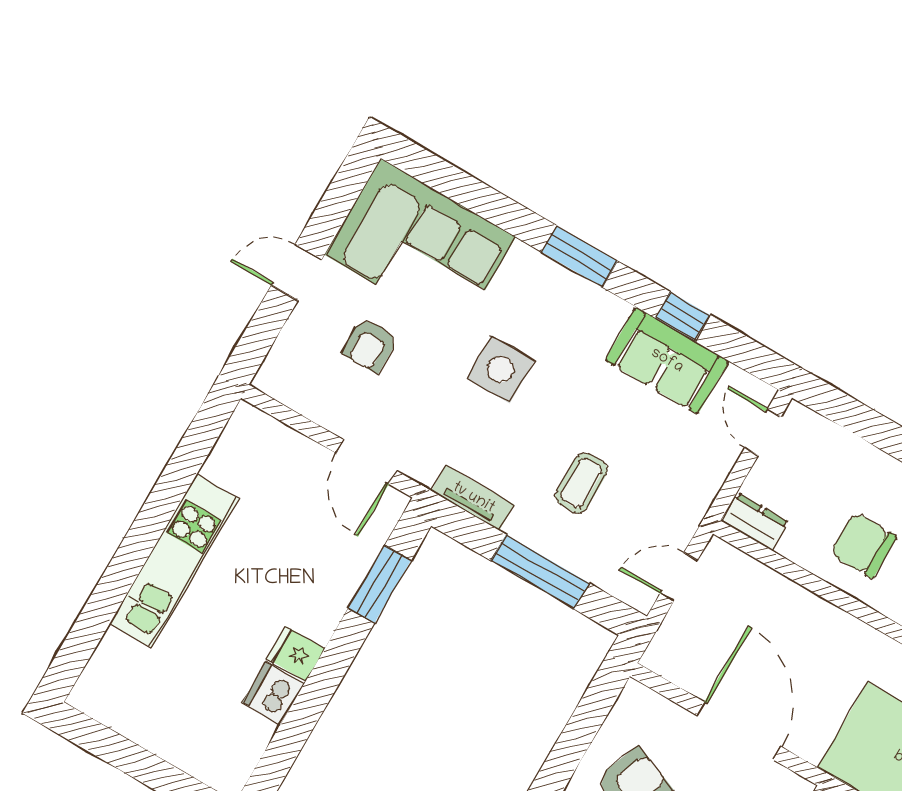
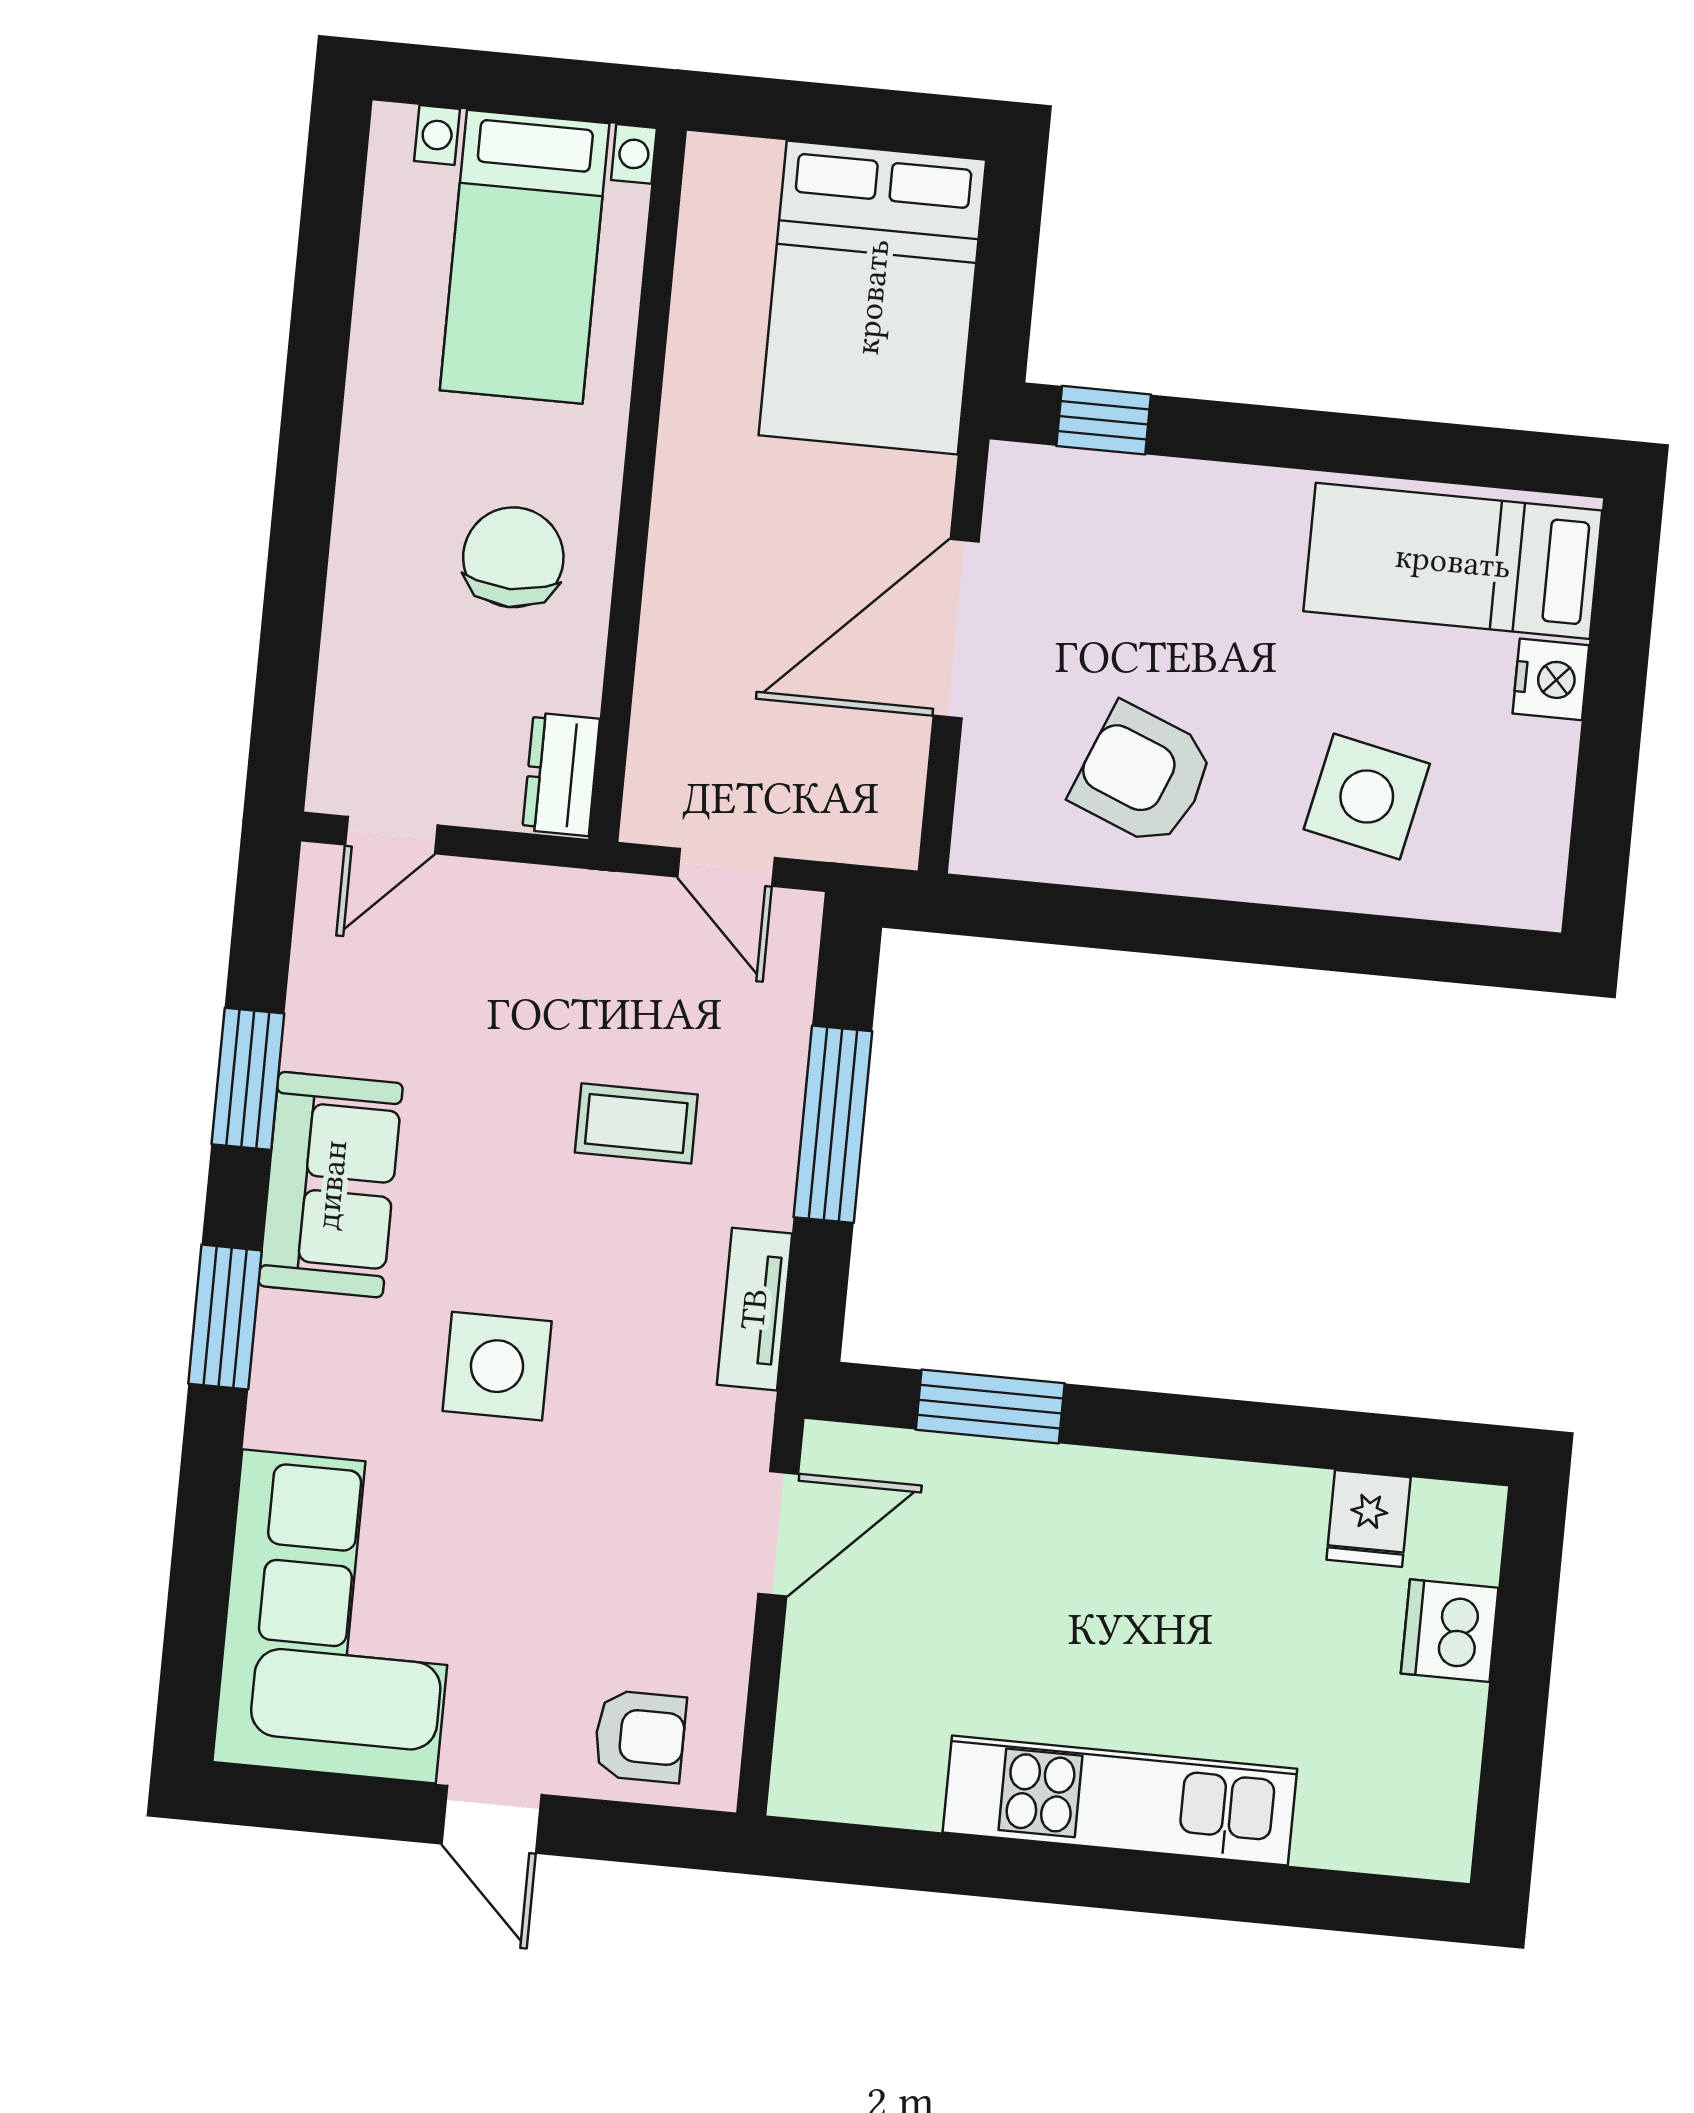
window: (683, 316) -> (248, 1079), width x1.50
armchair: (370, 345) -> (640, 1736), moved
sofa: (667, 361) -> (331, 1185), moved
chair: (863, 545) -> (513, 557), turned 180
fridge: (296, 654) -> (1369, 1519), moved
dishwasher: (273, 693) -> (1450, 1631), moved, turned 90

